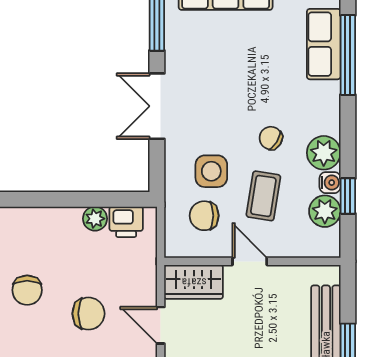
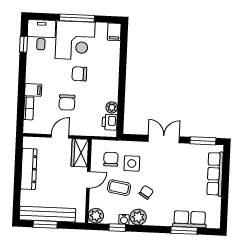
window: (348, 55) -> (184, 230), width x0.69
plant: (325, 211) -> (96, 216), moved

